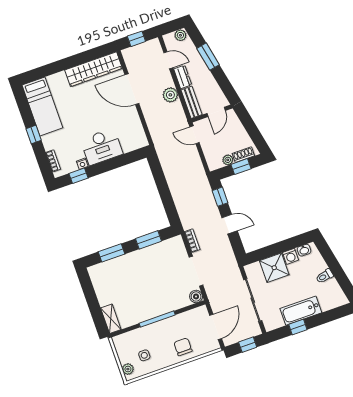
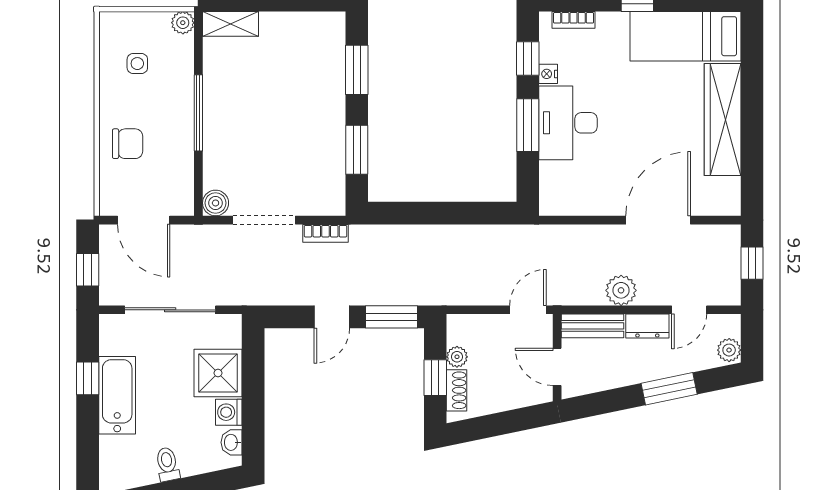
wardrobe: (94, 69) -> (723, 119), moved
window: (109, 165) -> (528, 125), added
window: (220, 197) -> (391, 317), width x1.50
plant: (128, 369) -> (183, 23), moved

